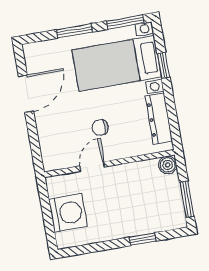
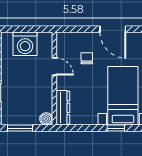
dresser: (159, 119) -> (63, 108), moved, turned 90
chair: (100, 127) -> (87, 58), moved

